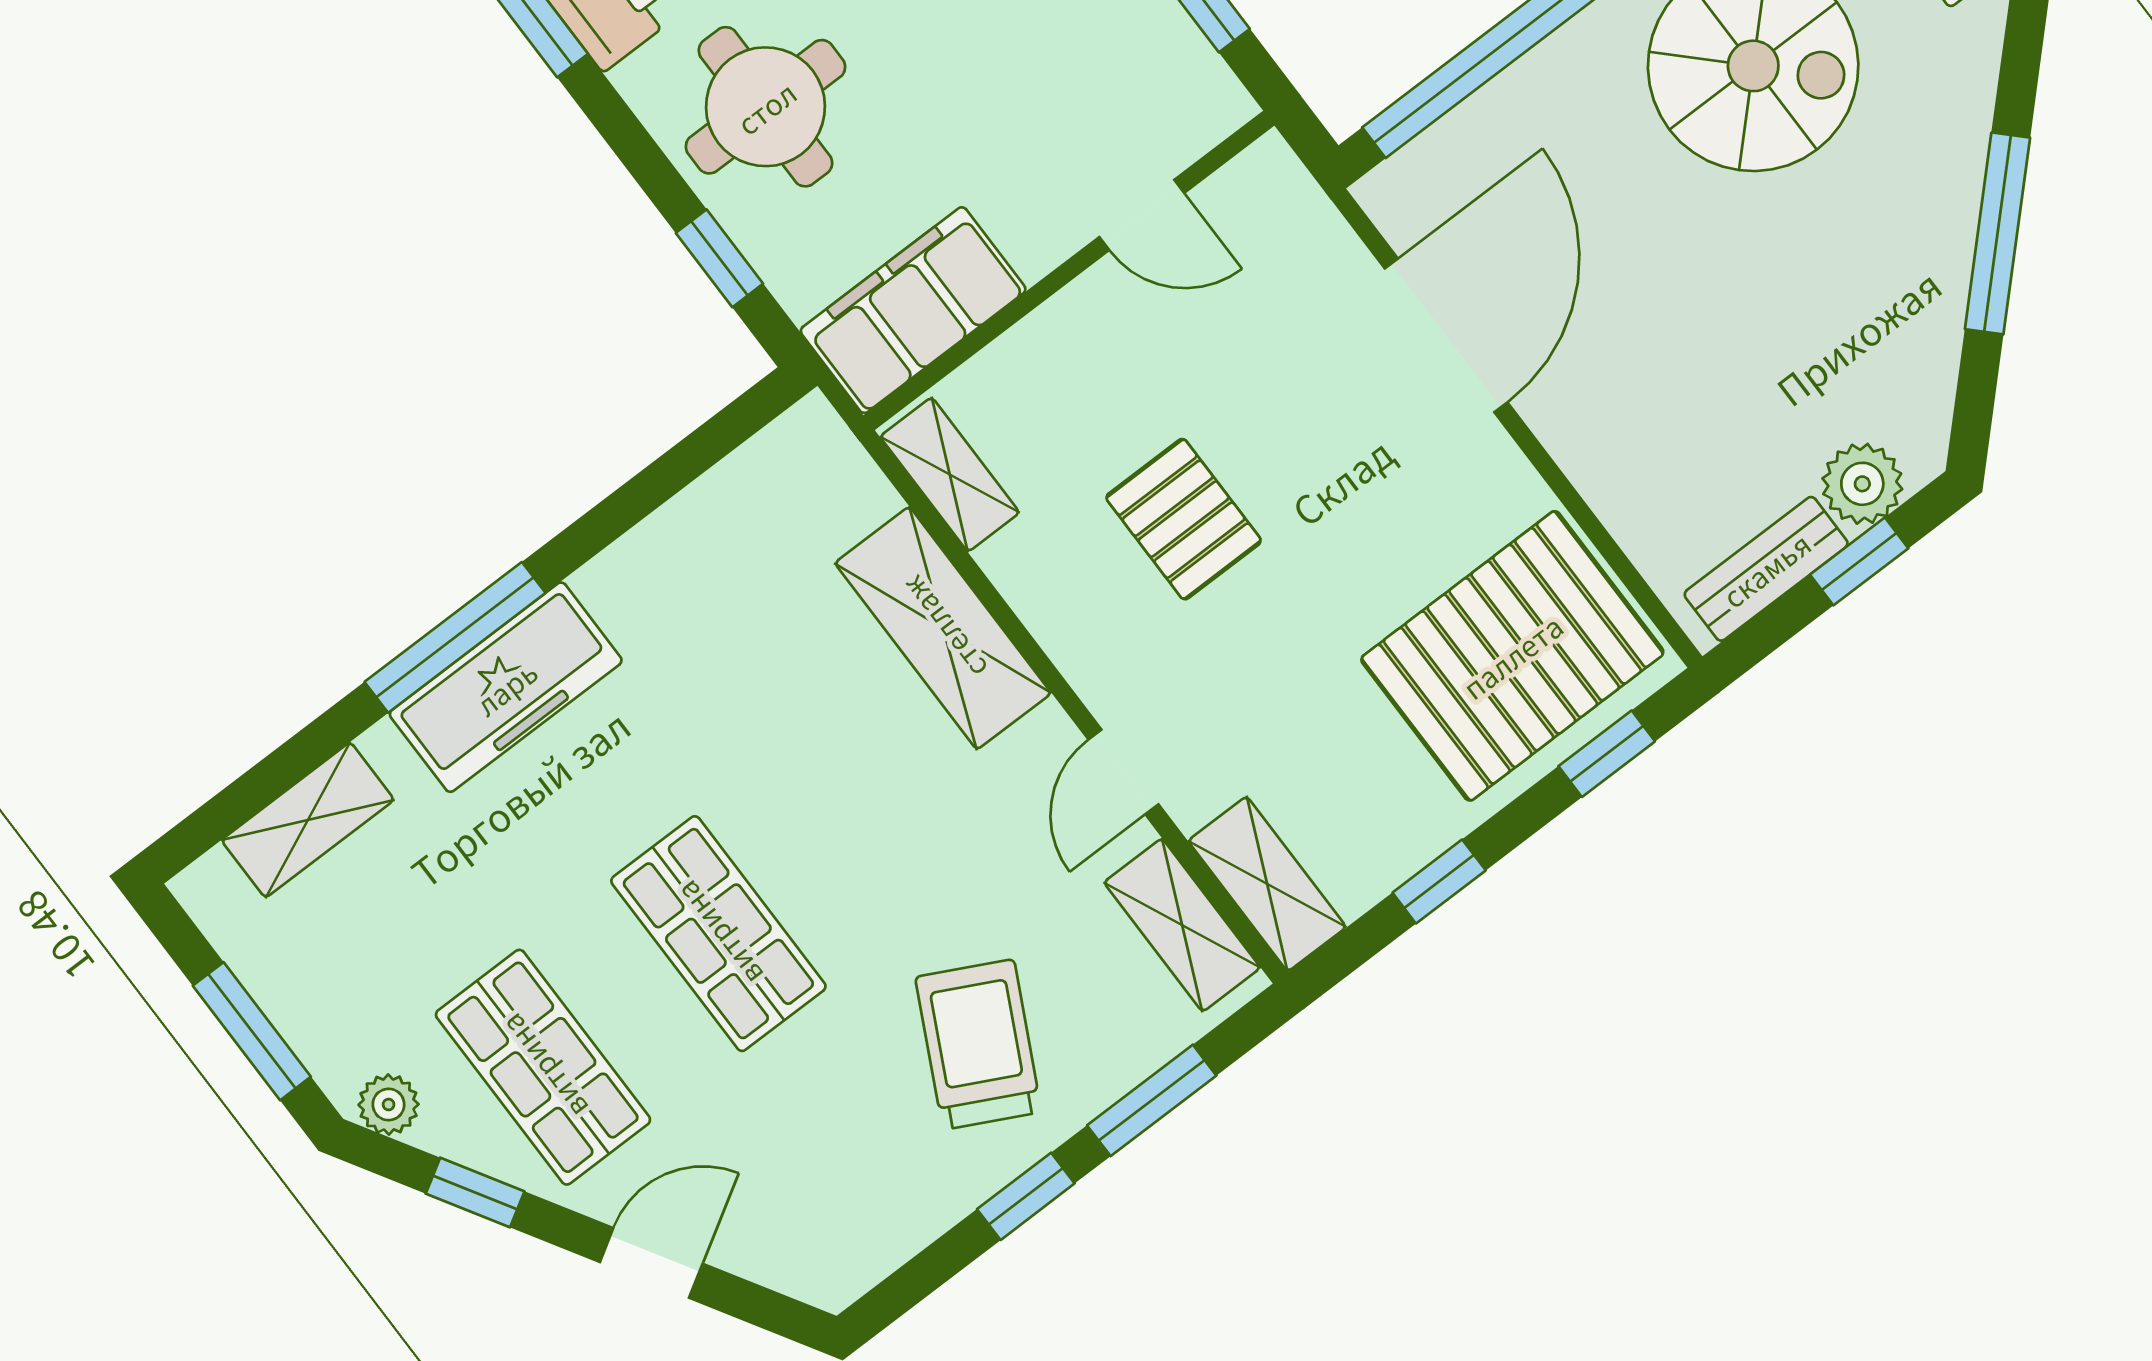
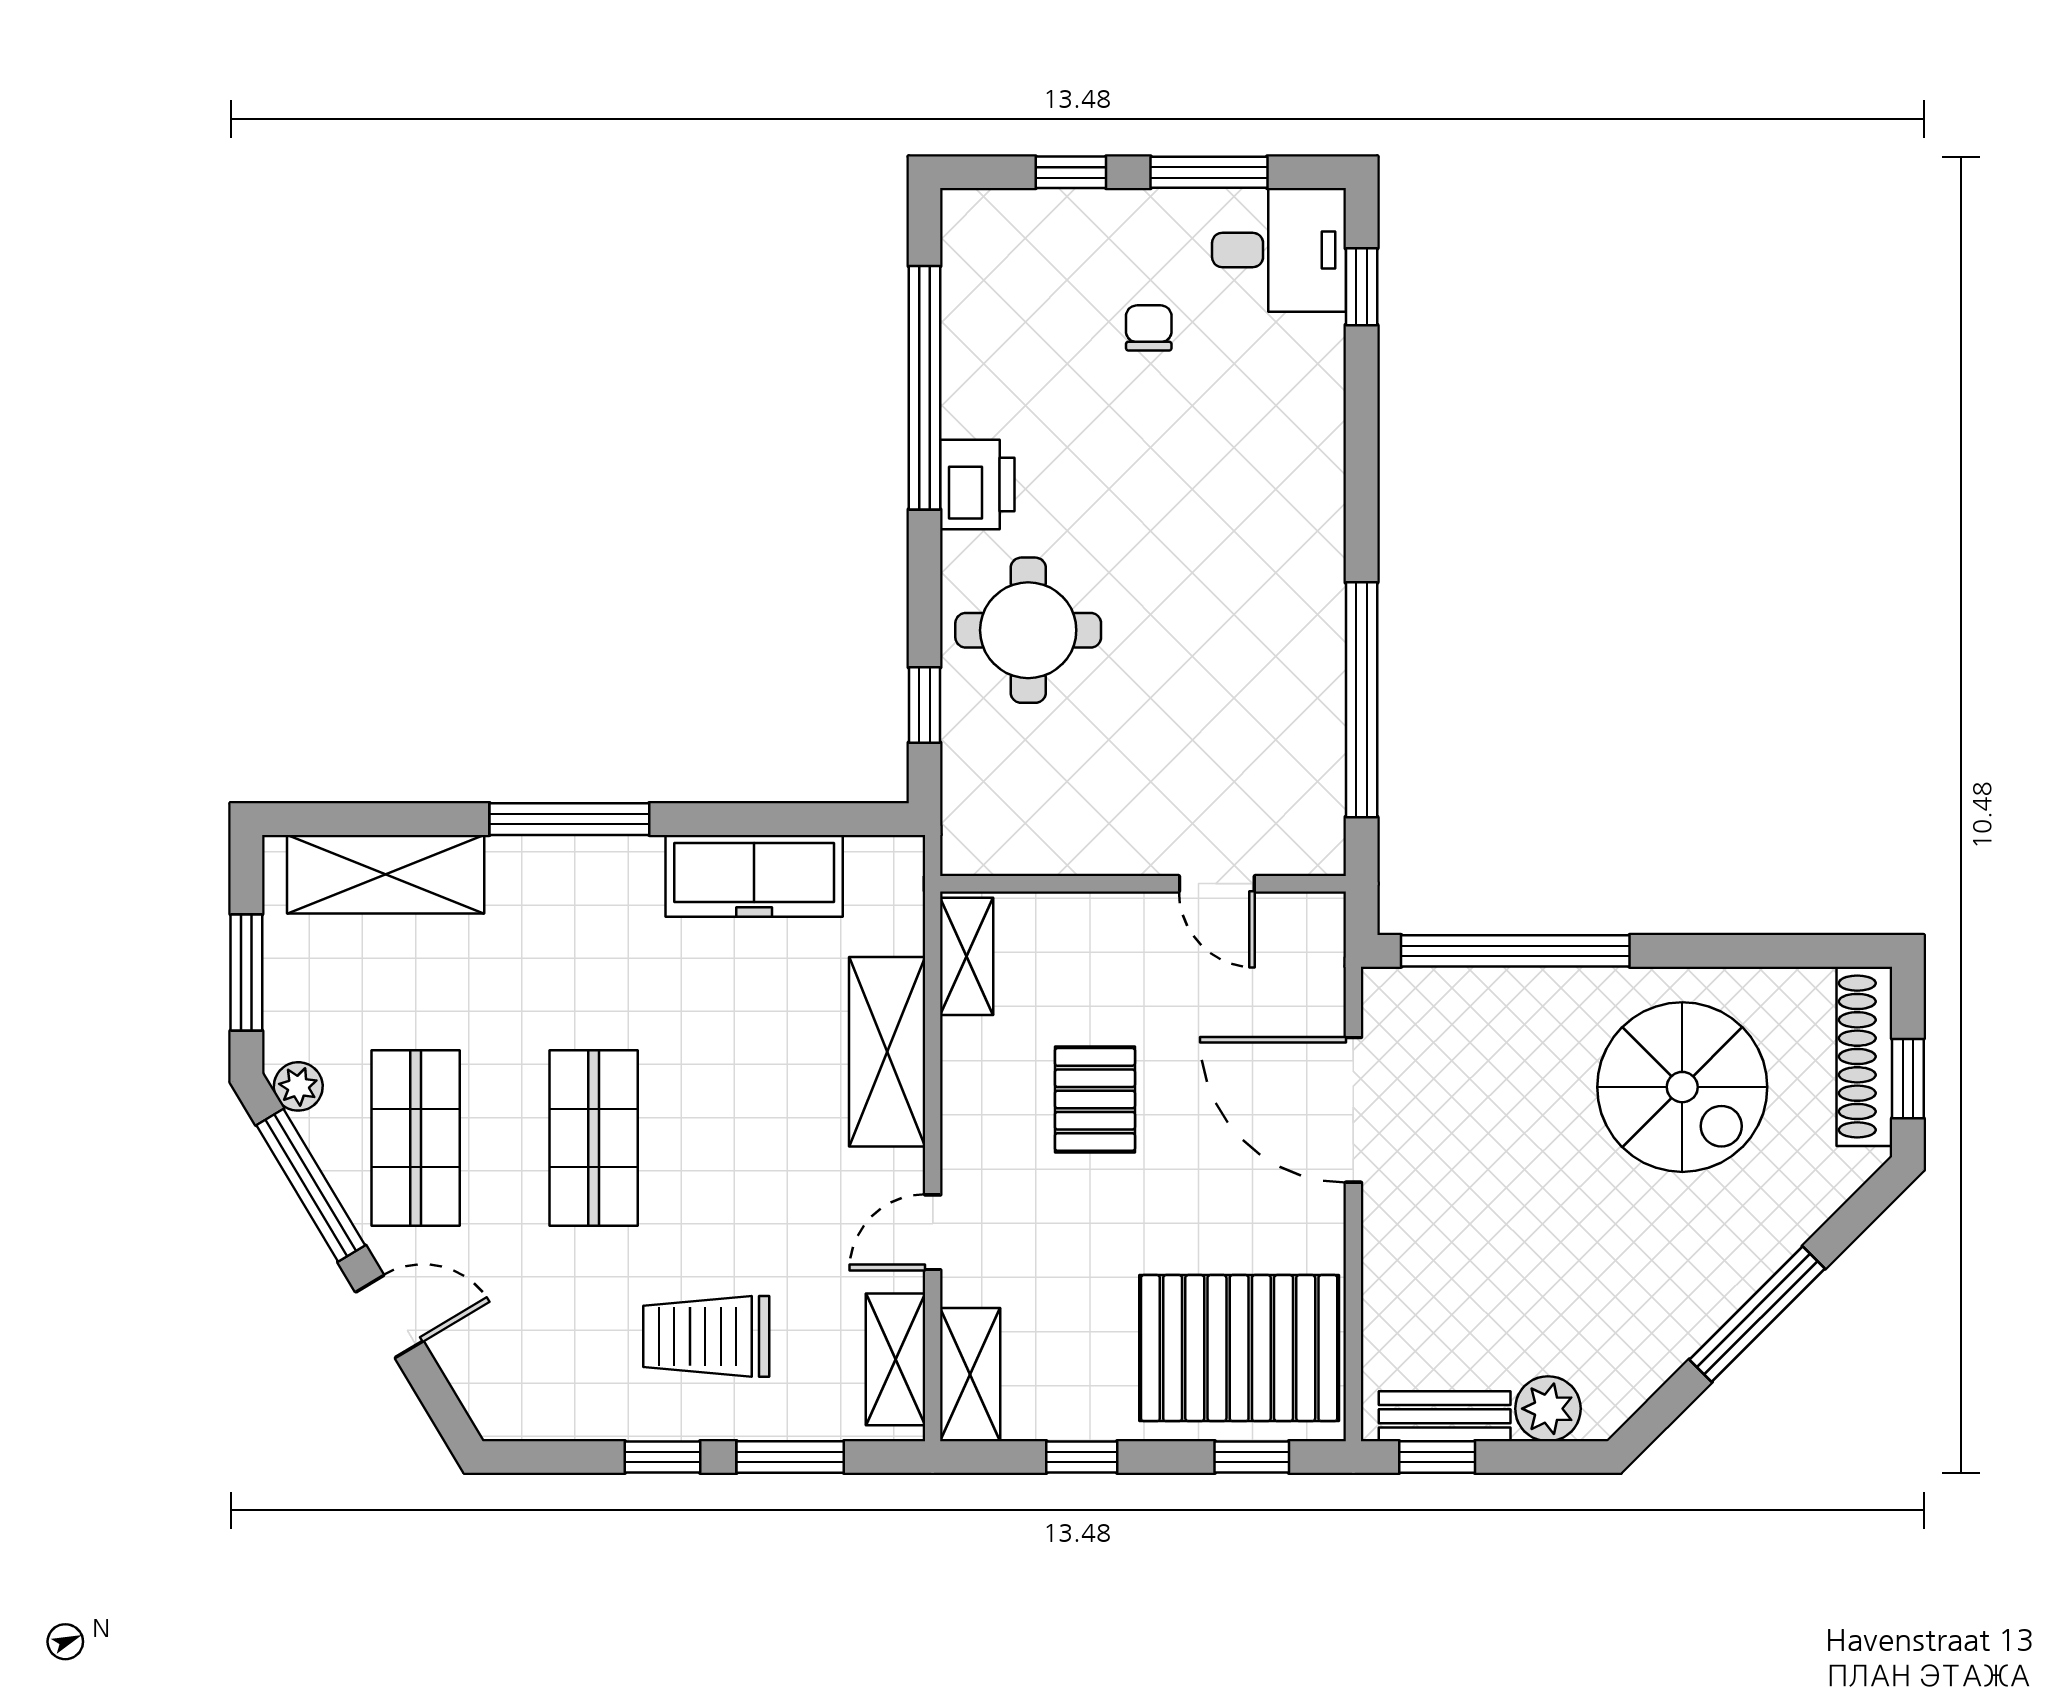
filing cabinet: (913, 310) -> (1024, 833), removed
door: (1446, 335) -> (1353, 1110), swing flipped
window: (1859, 561) -> (1437, 1457), moved
freezer: (506, 687) -> (754, 876), moved
shelving: (308, 820) -> (386, 874), width x1.50, depth x1.33
trolley: (978, 1044) -> (706, 1336), turned -117
window: (475, 1193) -> (311, 1185), width x2.17

